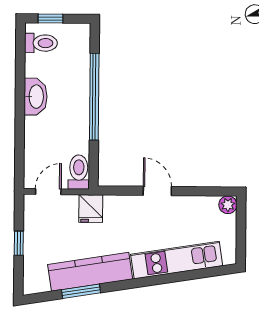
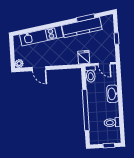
toilet: (41, 43) -> (112, 123), moved
washbasin: (36, 97) -> (112, 94), moved
door: (157, 191) -> (39, 69), moved
door: (48, 192) -> (104, 64), hinge flipped

